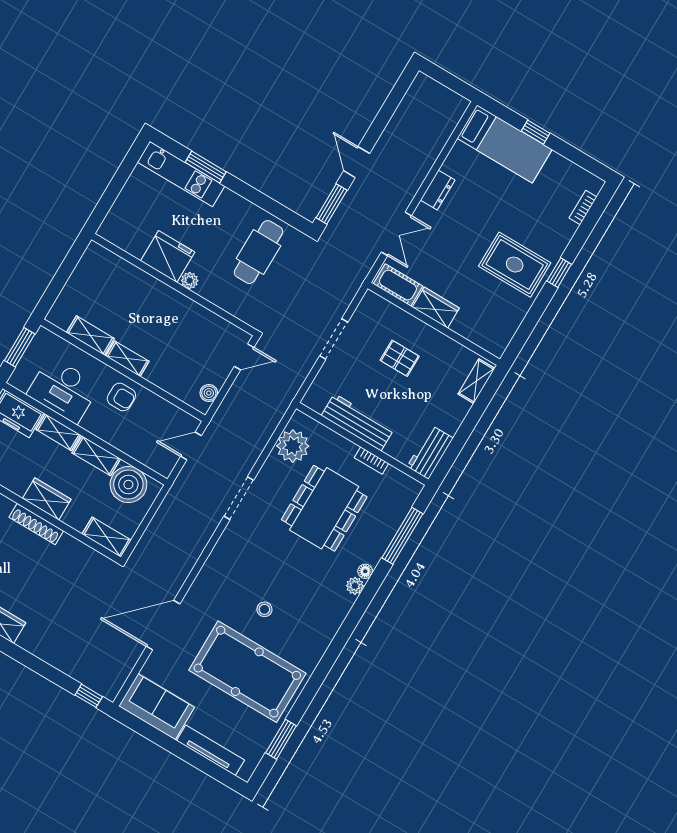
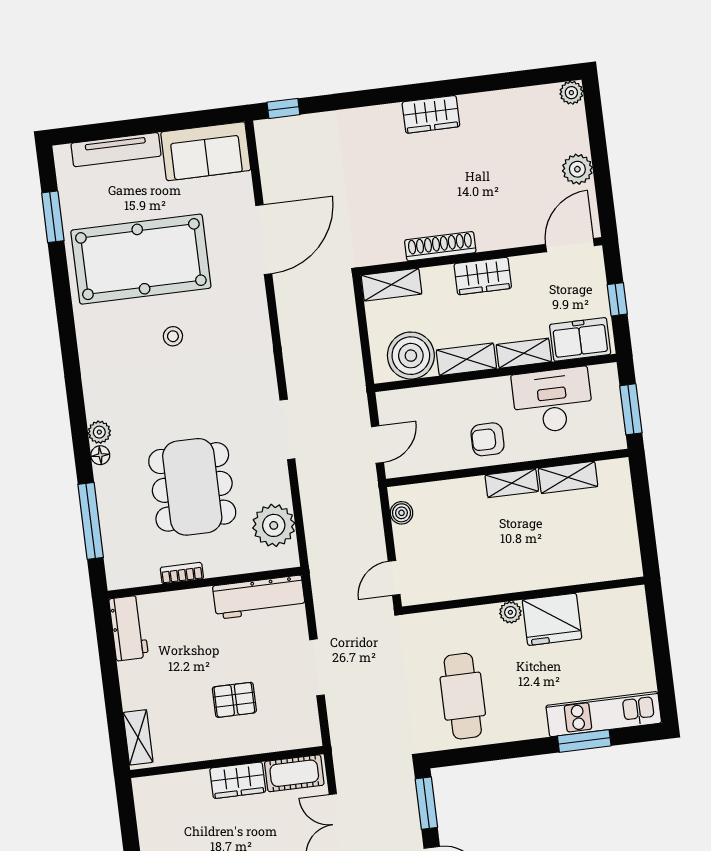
workbench: (358, 422) -> (259, 597), moved
shoe rack: (36, 524) -> (440, 246), moved

